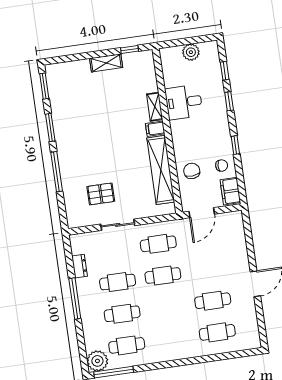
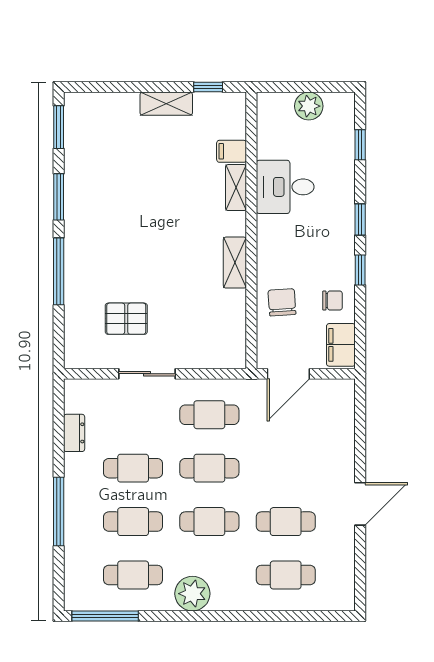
window: (229, 101) -> (360, 219), moved
filing cabinet: (155, 129) -> (232, 151), moved
shelving: (161, 170) -> (235, 263), width x0.45, depth x0.75
window: (75, 298) -> (59, 511), moved
cafe table: (167, 307) -> (209, 522), added
plant: (97, 361) -> (192, 594), moved

